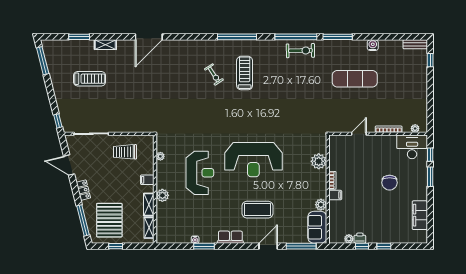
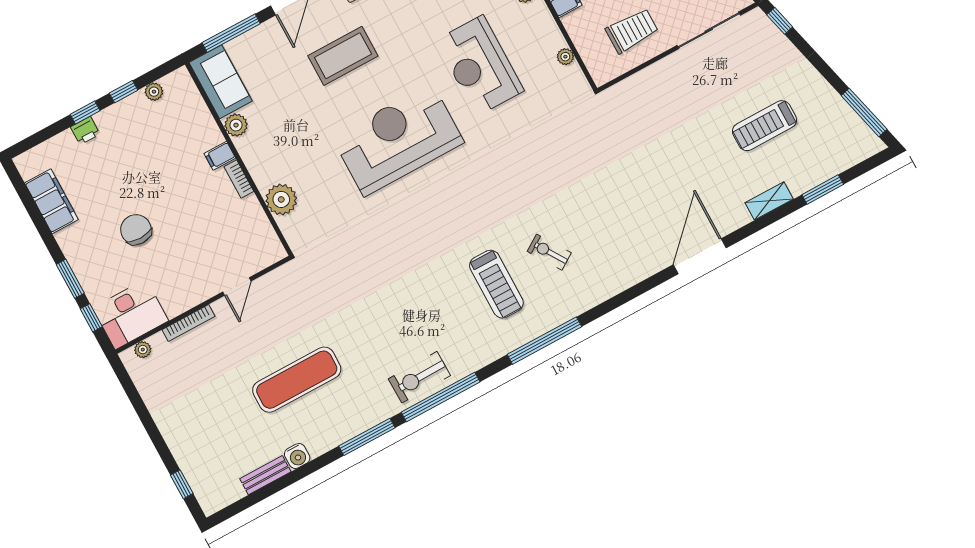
bench: (415, 44) -> (265, 475), moved
printer: (360, 238) -> (85, 130), moved

